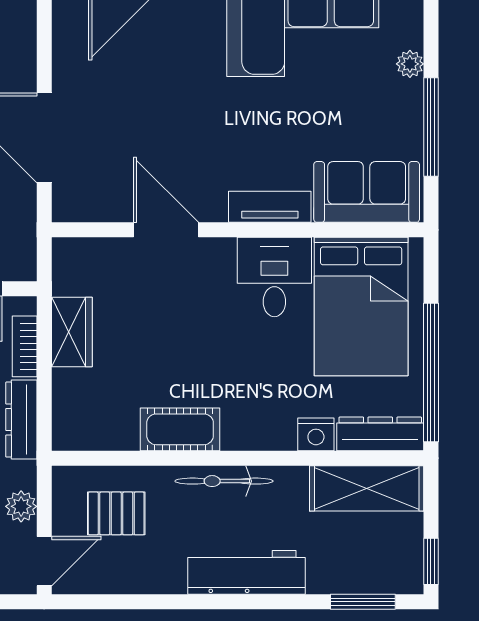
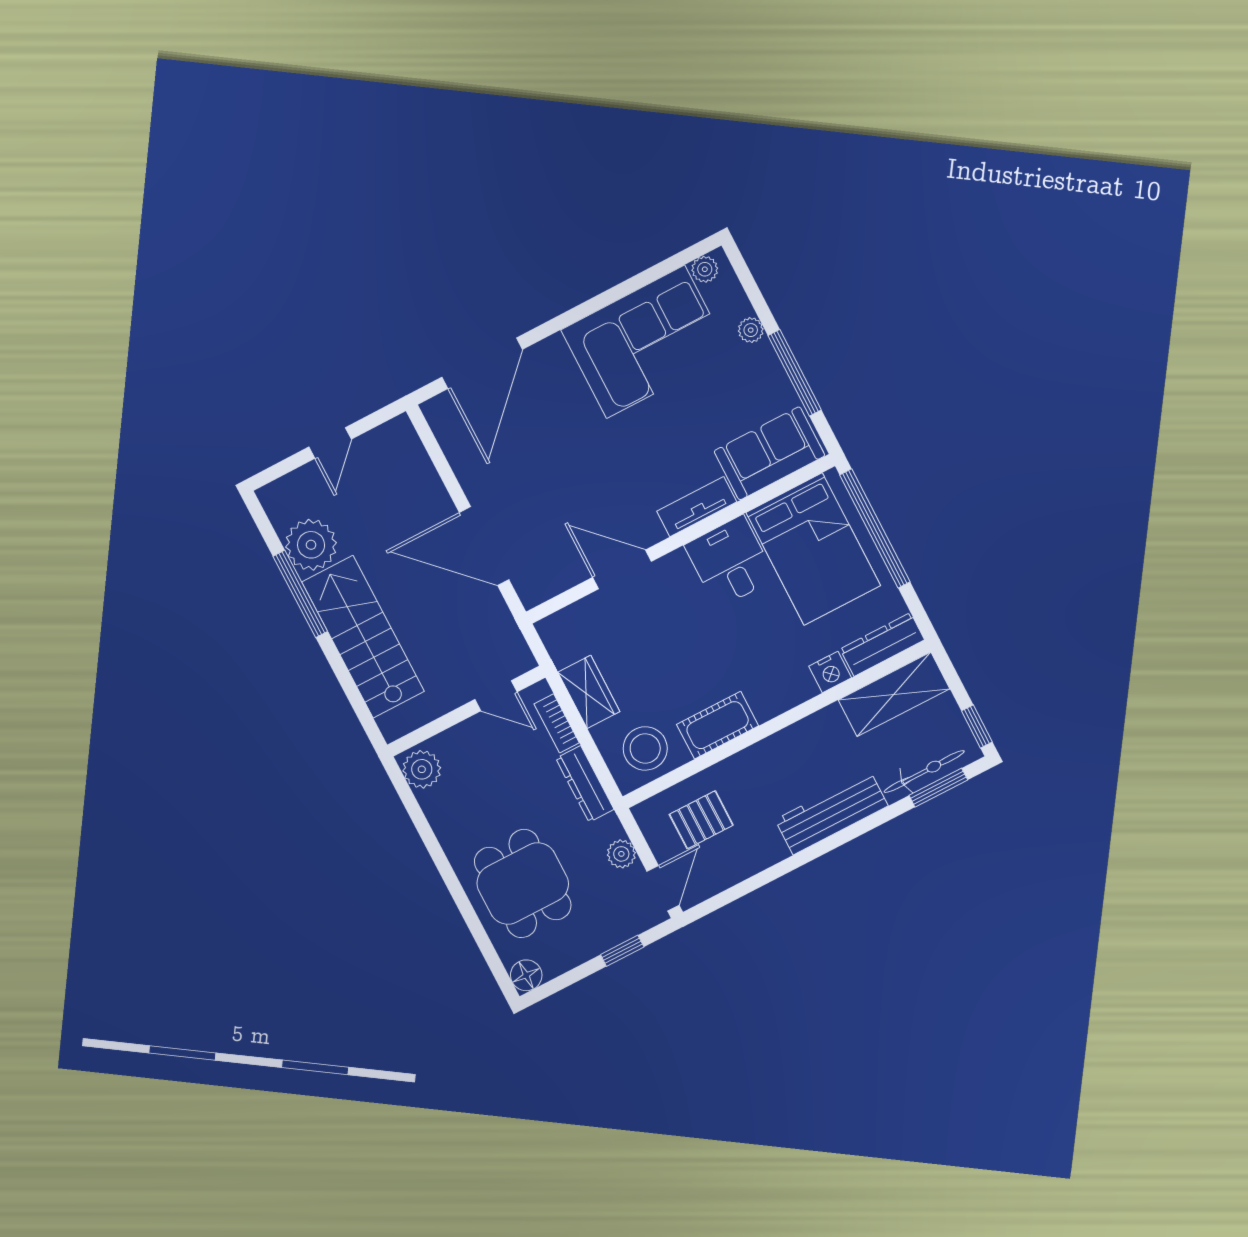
window: (431, 372) -> (875, 529), moved
stool: (98, 415) -> (645, 748), added
bicycle: (224, 481) -> (924, 772), moved, turned 180

